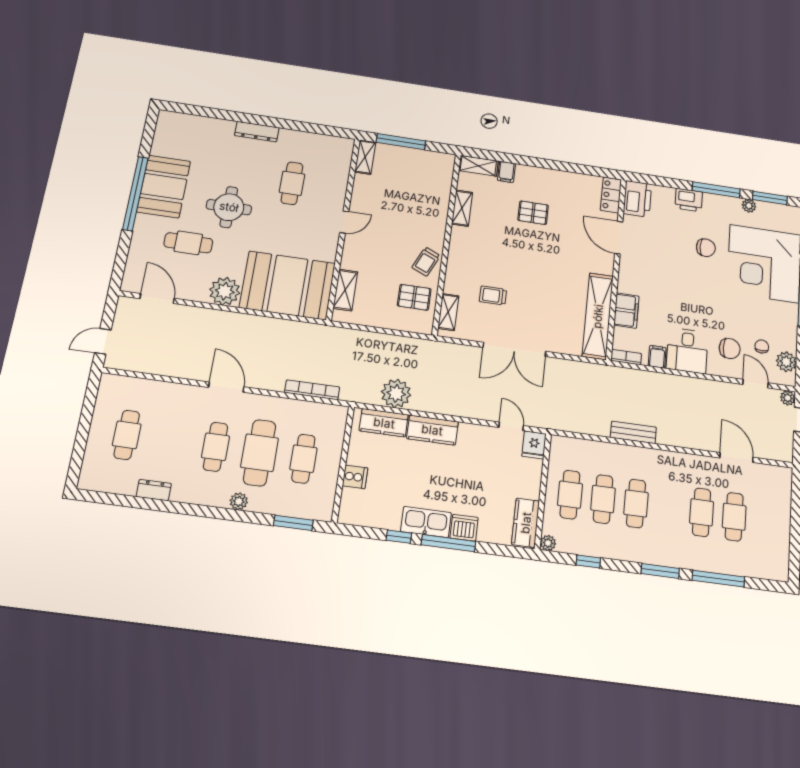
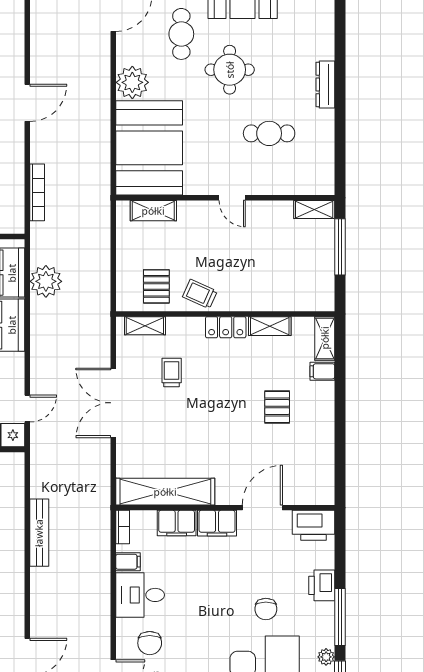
locker: (611, 195) -> (226, 327), moved, turned 180
filing cabinet: (629, 277) -> (217, 523), added
bench: (633, 432) -> (39, 533), width x1.36

